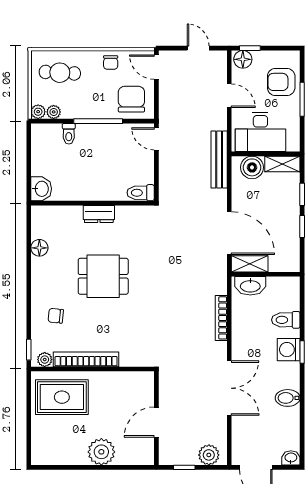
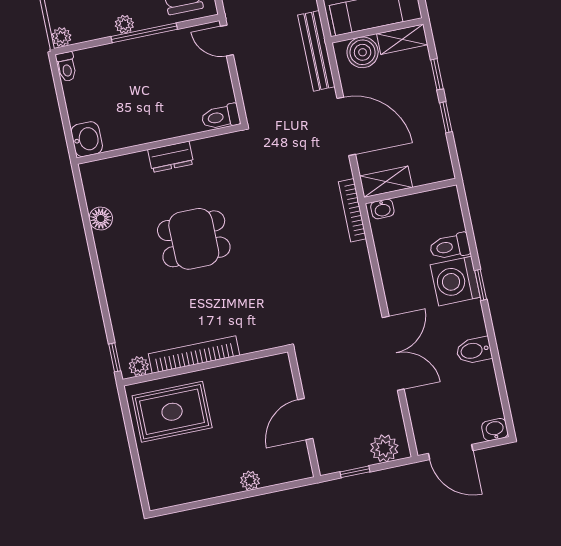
plant: (54, 112) -> (124, 24), moved
toilet: (69, 134) -> (66, 67), moved
door: (229, 233) -> (346, 126), moved
washbasin: (250, 286) -> (382, 209), width x0.52, depth x0.69
chair: (56, 316) -> (141, 305), removed
bookcase: (221, 318) -> (352, 210), moved
washing machine: (289, 350) -> (455, 281), width x1.37, depth x1.37
plant: (101, 452) -> (250, 481), width x0.53, depth x0.53

